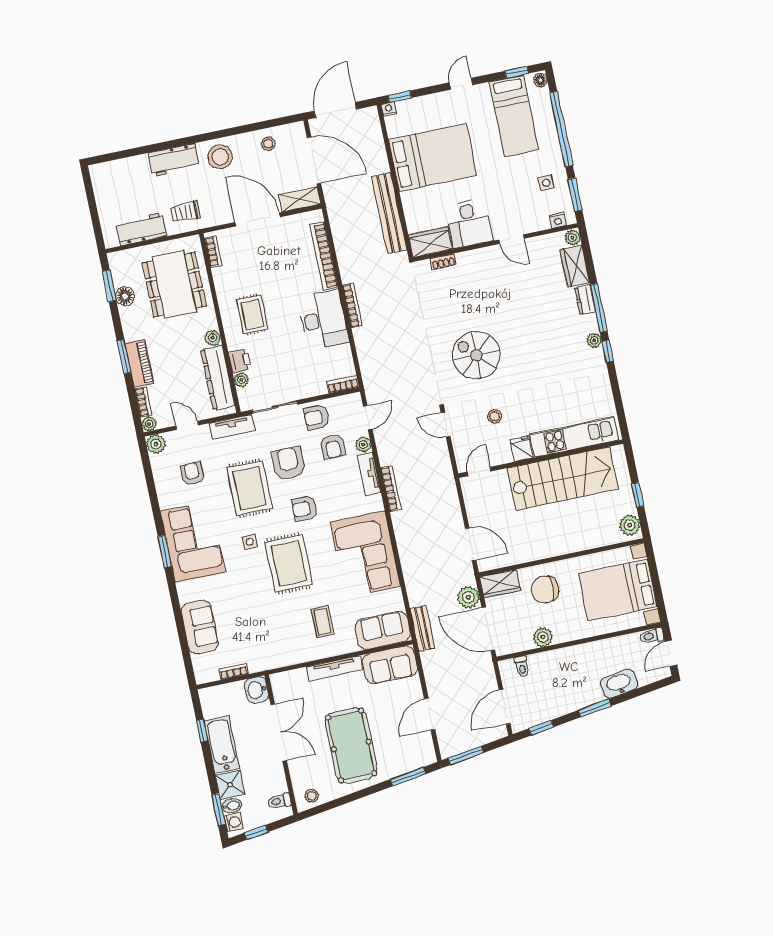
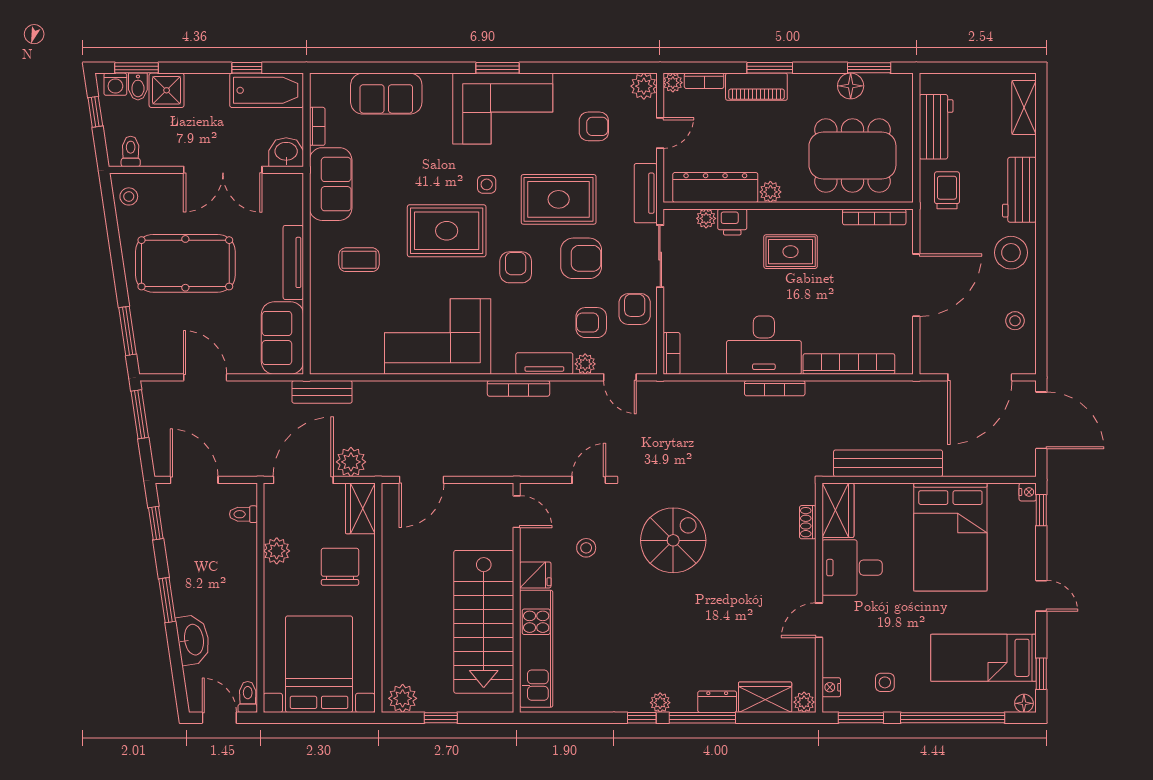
shelving: (300, 199) -> (1024, 107), moved
bookcase: (213, 252) -> (874, 217), width x1.56
sofa: (383, 630) -> (331, 184), moved
bathtub: (222, 745) -> (267, 90), moved

